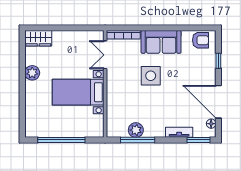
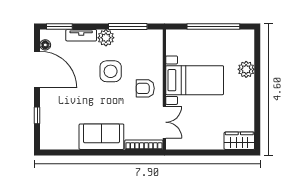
armchair: (201, 40) -> (145, 88), moved
plant: (32, 73) -> (246, 69), moved
side table: (151, 76) -> (111, 71), moved
plant: (136, 130) -> (106, 38), moved

